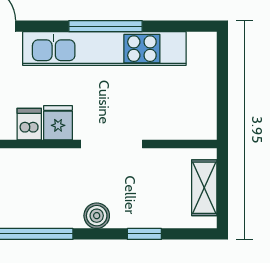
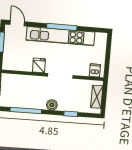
dishwasher: (29, 124) -> (95, 70), moved

